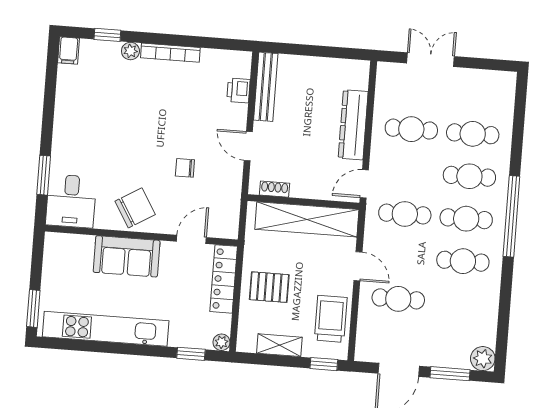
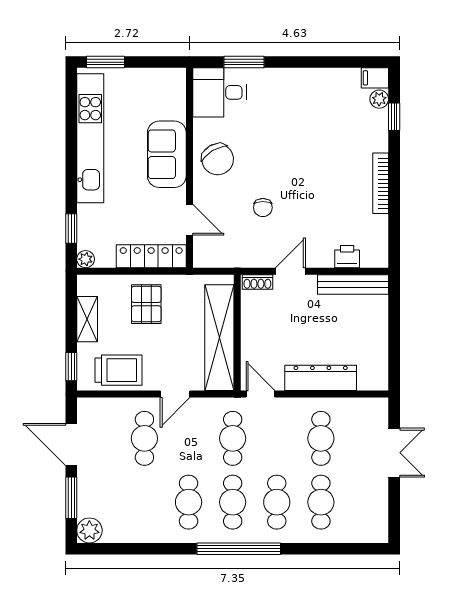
plant: (130, 51) -> (379, 99), moved
chair: (185, 168) -> (263, 208), turned 180
shoe rack: (274, 189) -> (257, 282), moved, turned 90

